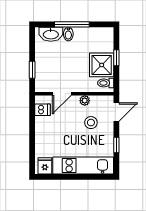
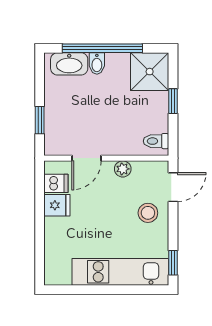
window: (72, 24) -> (102, 48), width x1.46
shower: (102, 65) -> (150, 72), moved
stool: (91, 123) -> (148, 213), moved
window: (116, 145) -> (173, 263), moved
fridge: (45, 166) -> (57, 205), moved, turned 90

